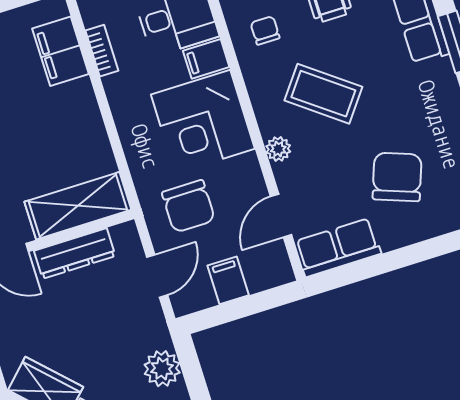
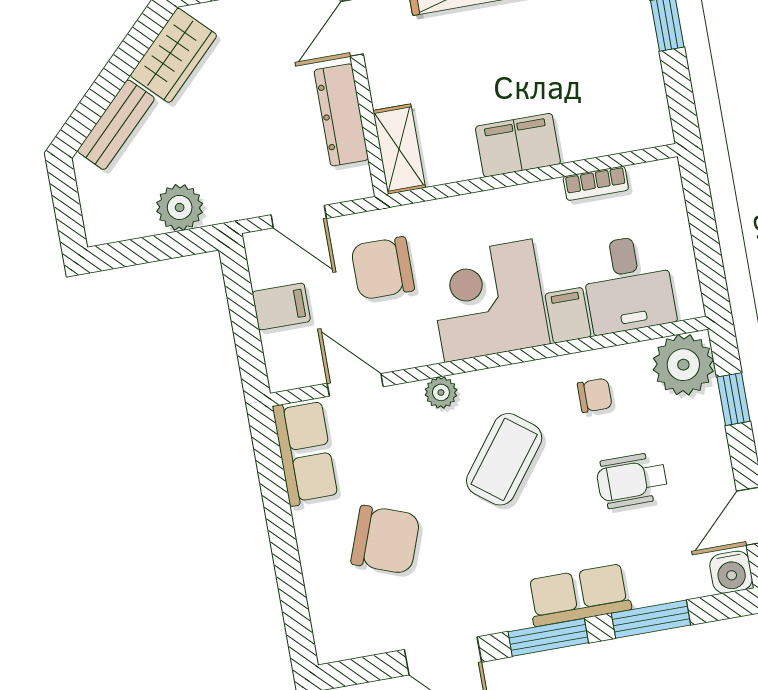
filing cabinet: (61, 51) -> (518, 145), moved
shelving: (78, 206) -> (399, 149), width x0.67, depth x0.75

